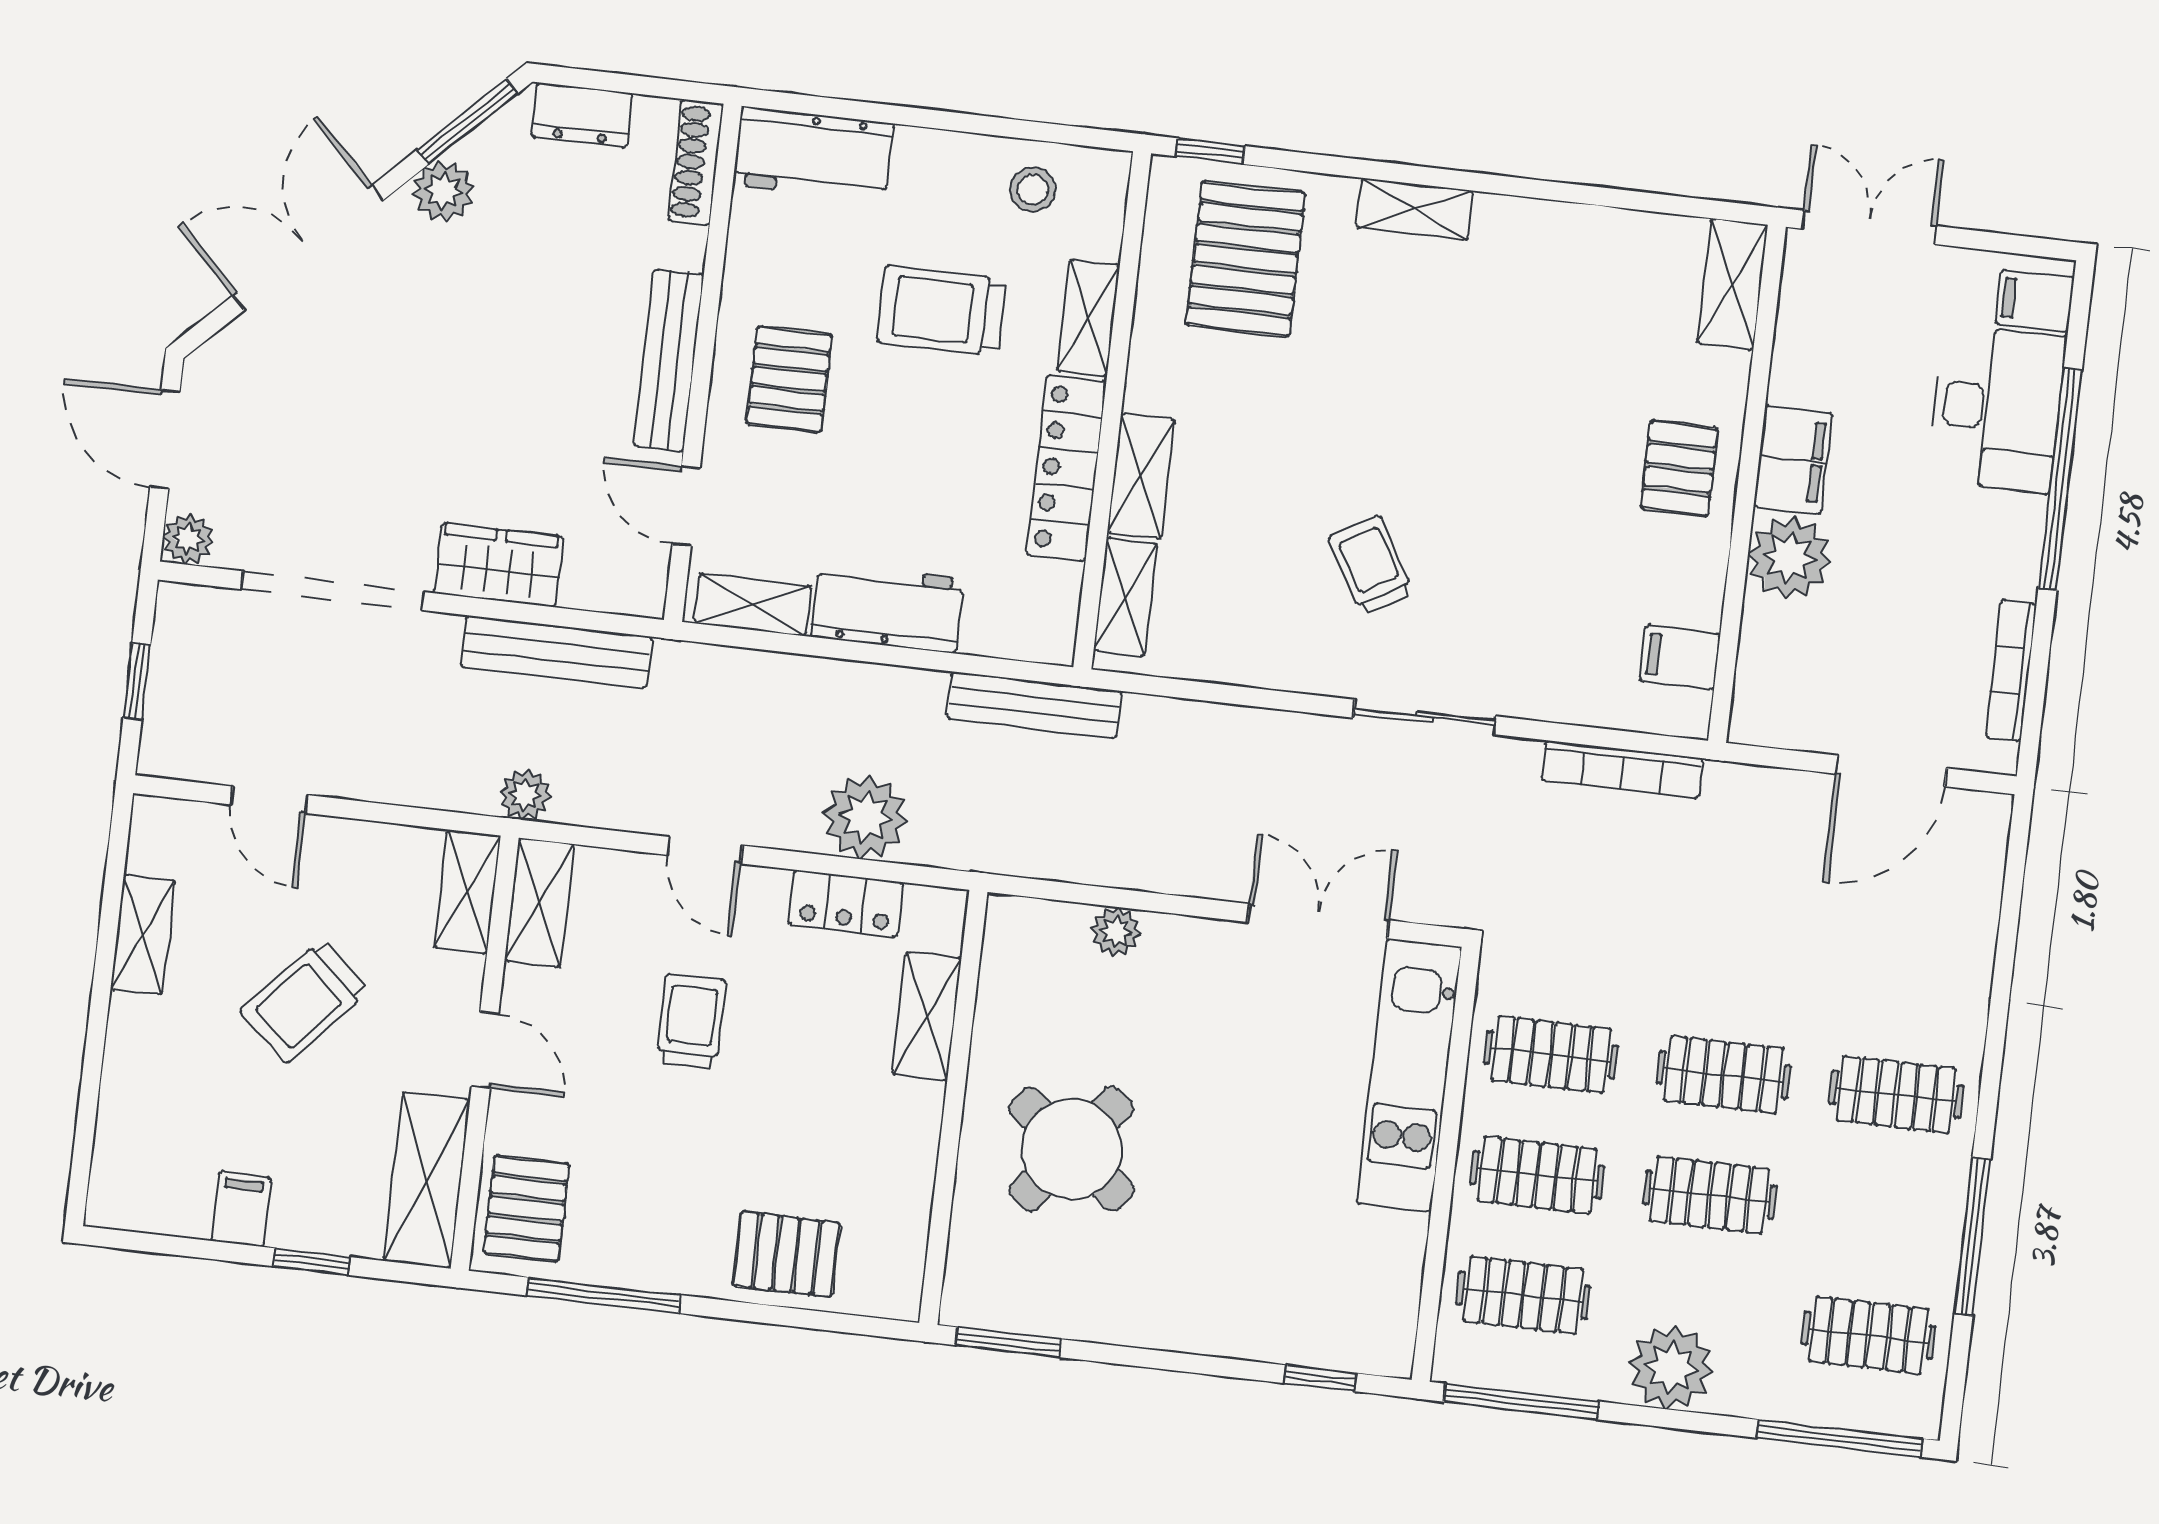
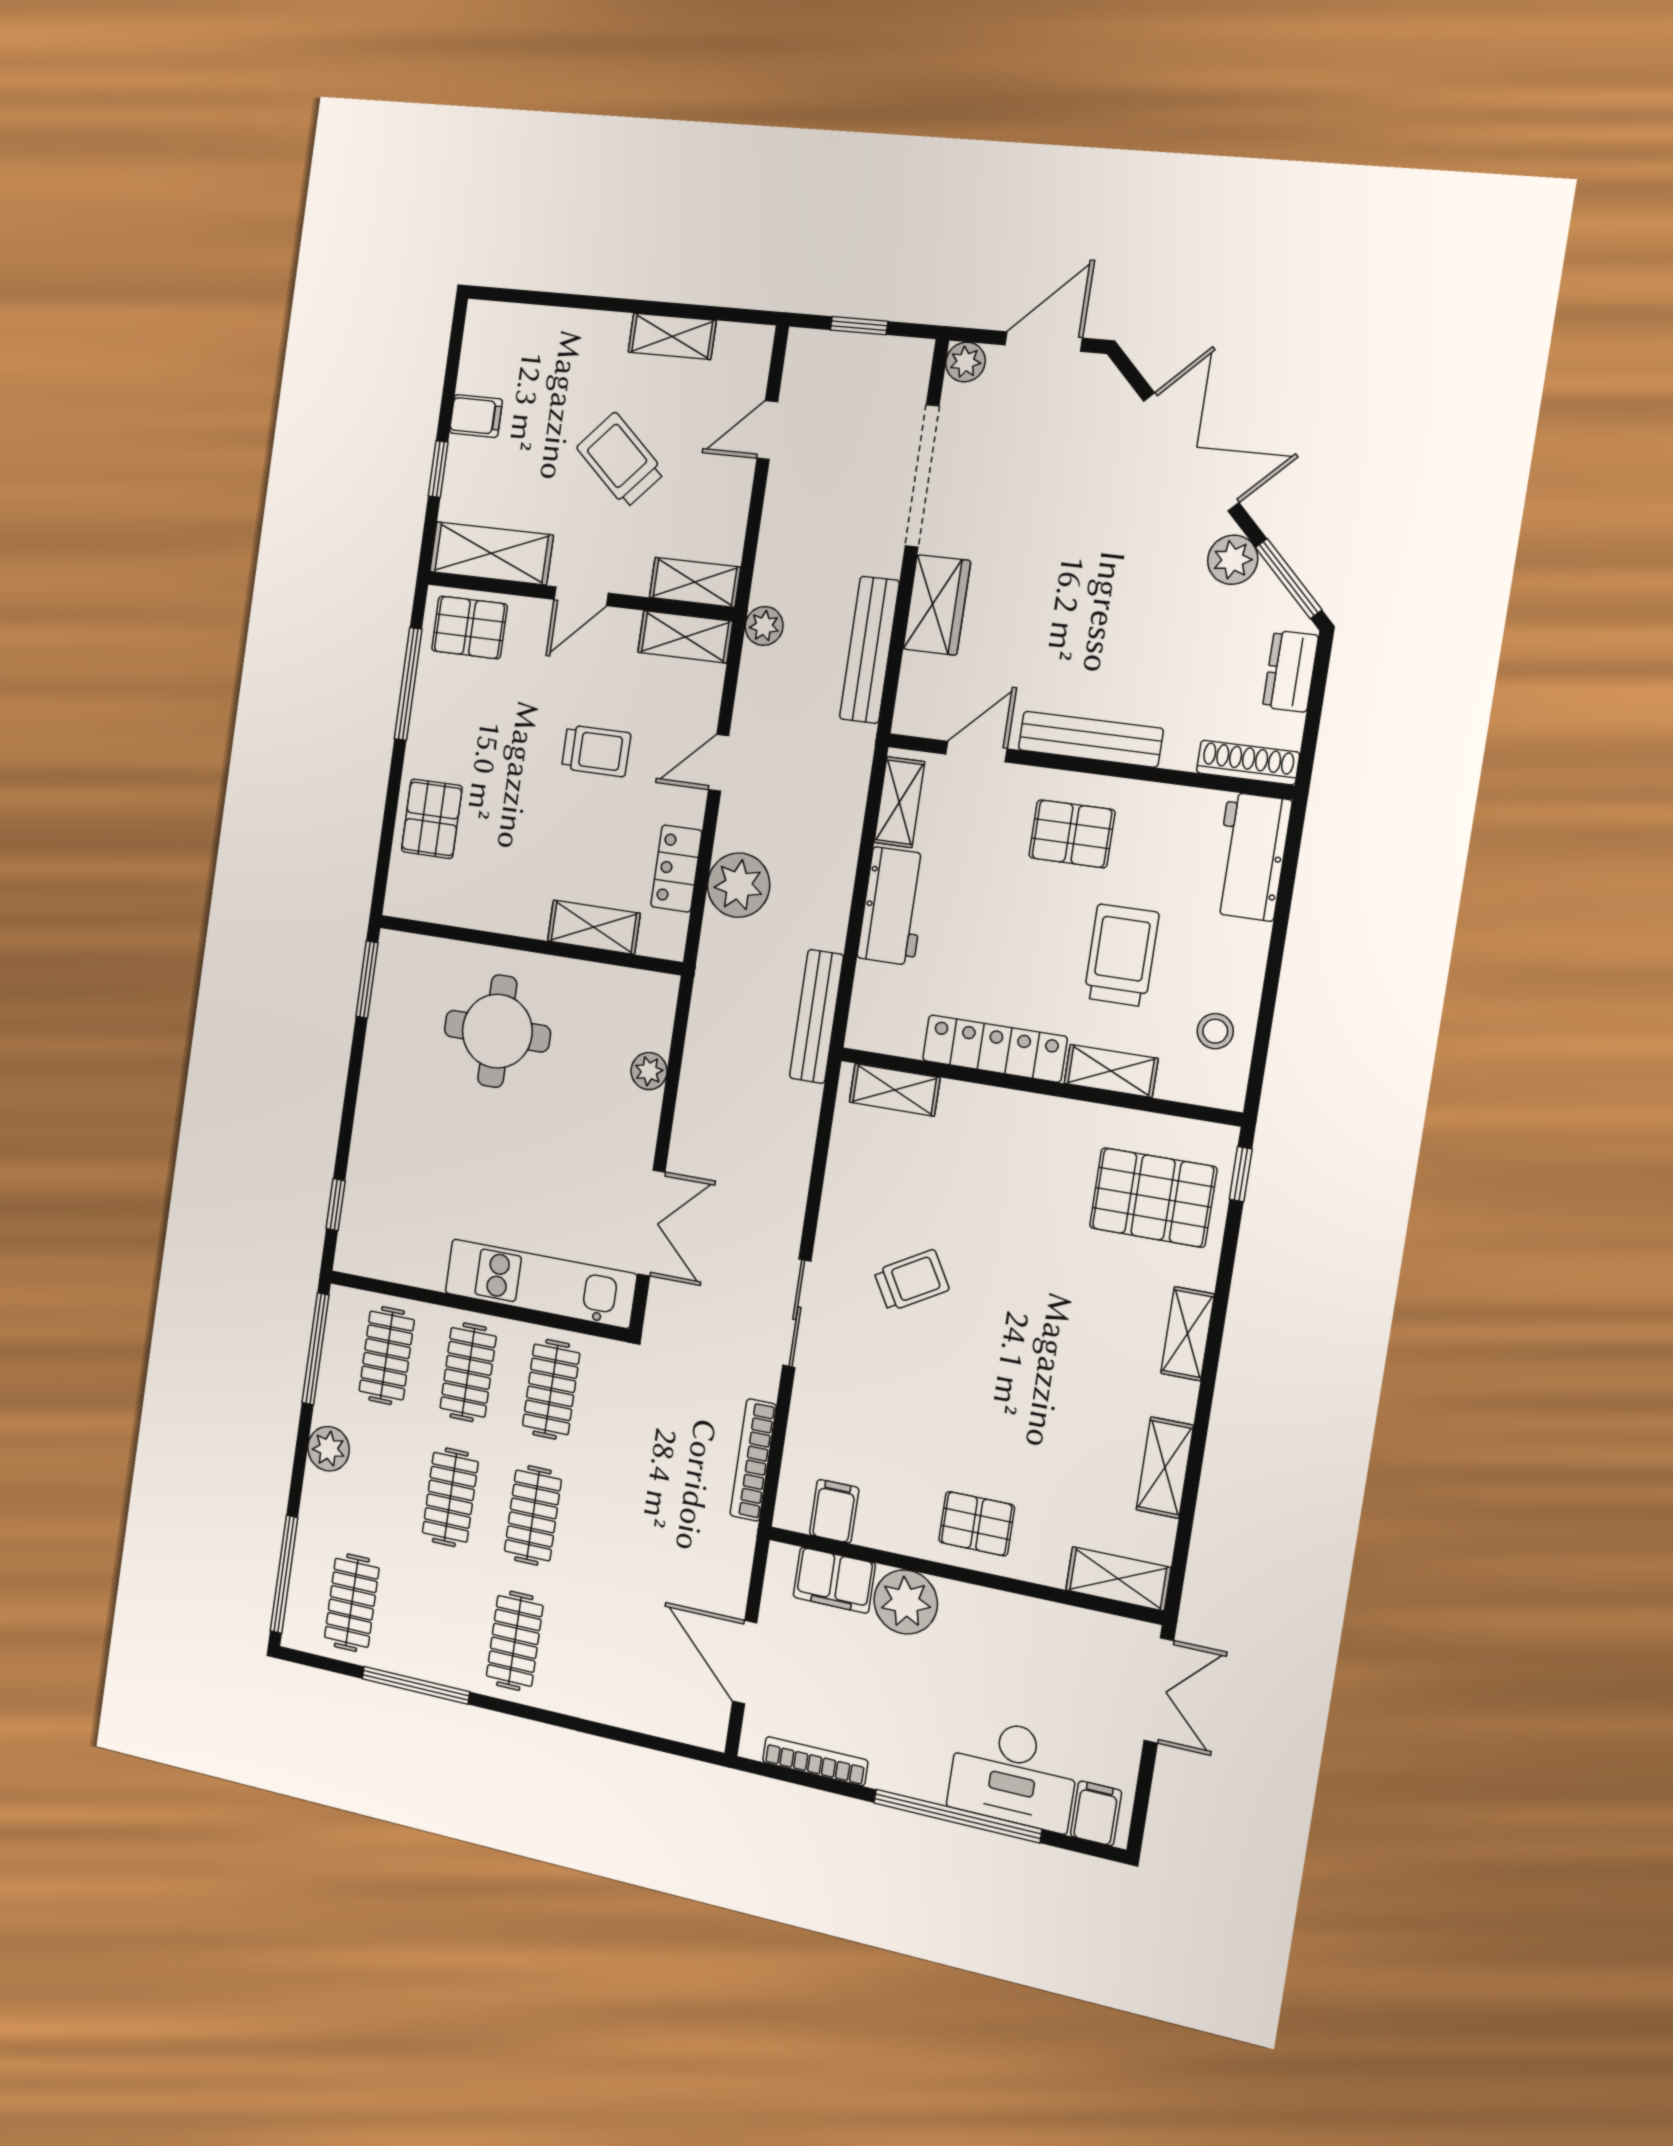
filing cabinet: (1793, 460) -> (834, 1580), moved
shelving: (1141, 476) -> (1165, 1468), moved, turned 90
round table: (1071, 1149) -> (497, 1031), turned -38
plant: (1671, 1367) -> (329, 1449), width x0.73, depth x0.73

